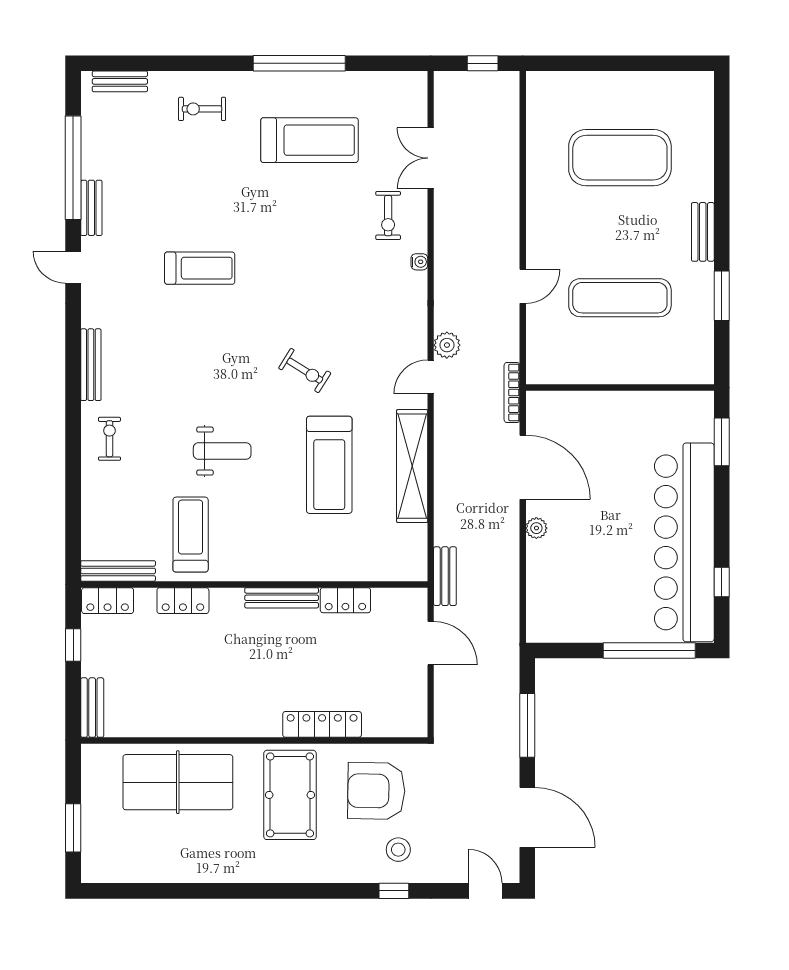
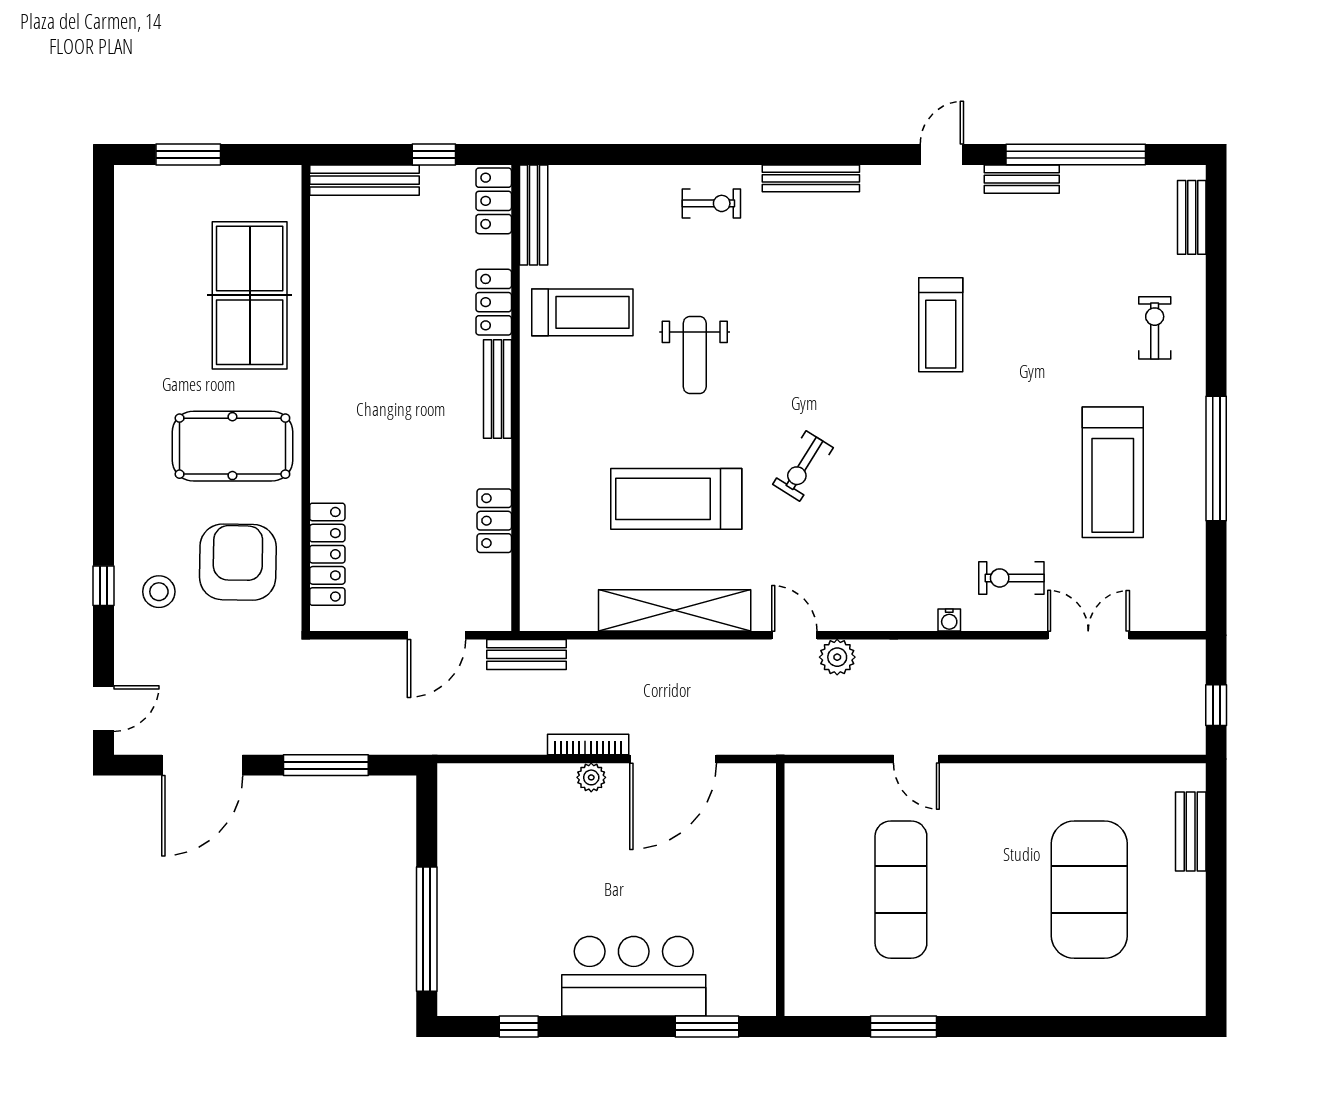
bench: (703, 232) -> (1191, 831), moved, turned 90
bookcase: (512, 393) -> (588, 744), moved
bar counter: (684, 542) -> (634, 976), width x0.54
bench: (282, 598) -> (497, 389), moved
bench: (92, 708) -> (364, 180), width x1.36
locker: (322, 724) -> (327, 554), moved

